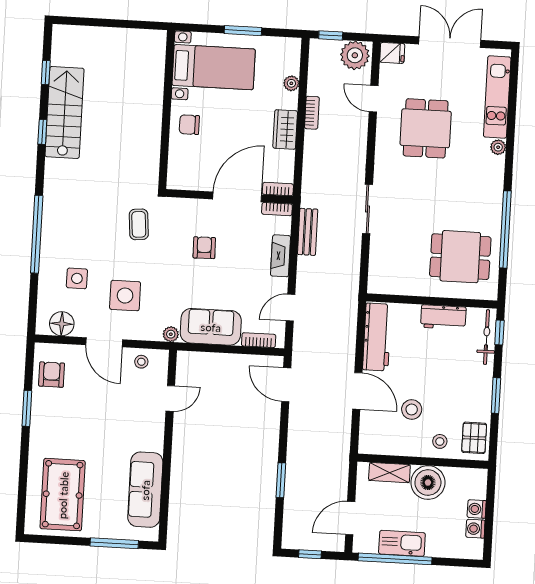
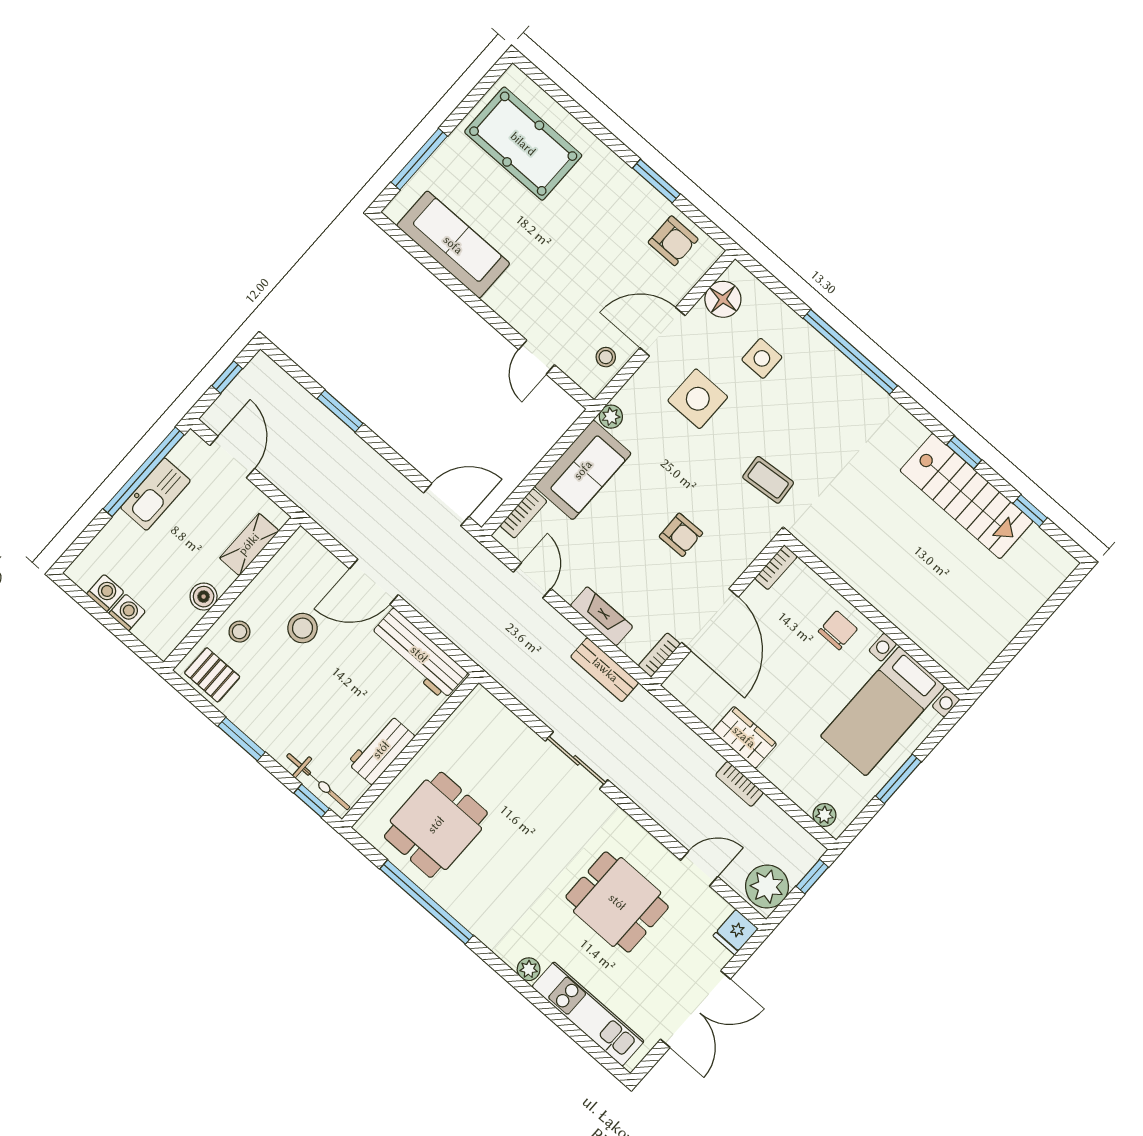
plant: (291, 83) -> (824, 815), moved
bookcase: (278, 189) -> (776, 567), moved
boiler: (428, 483) -> (204, 597), width x0.54, depth x0.54

